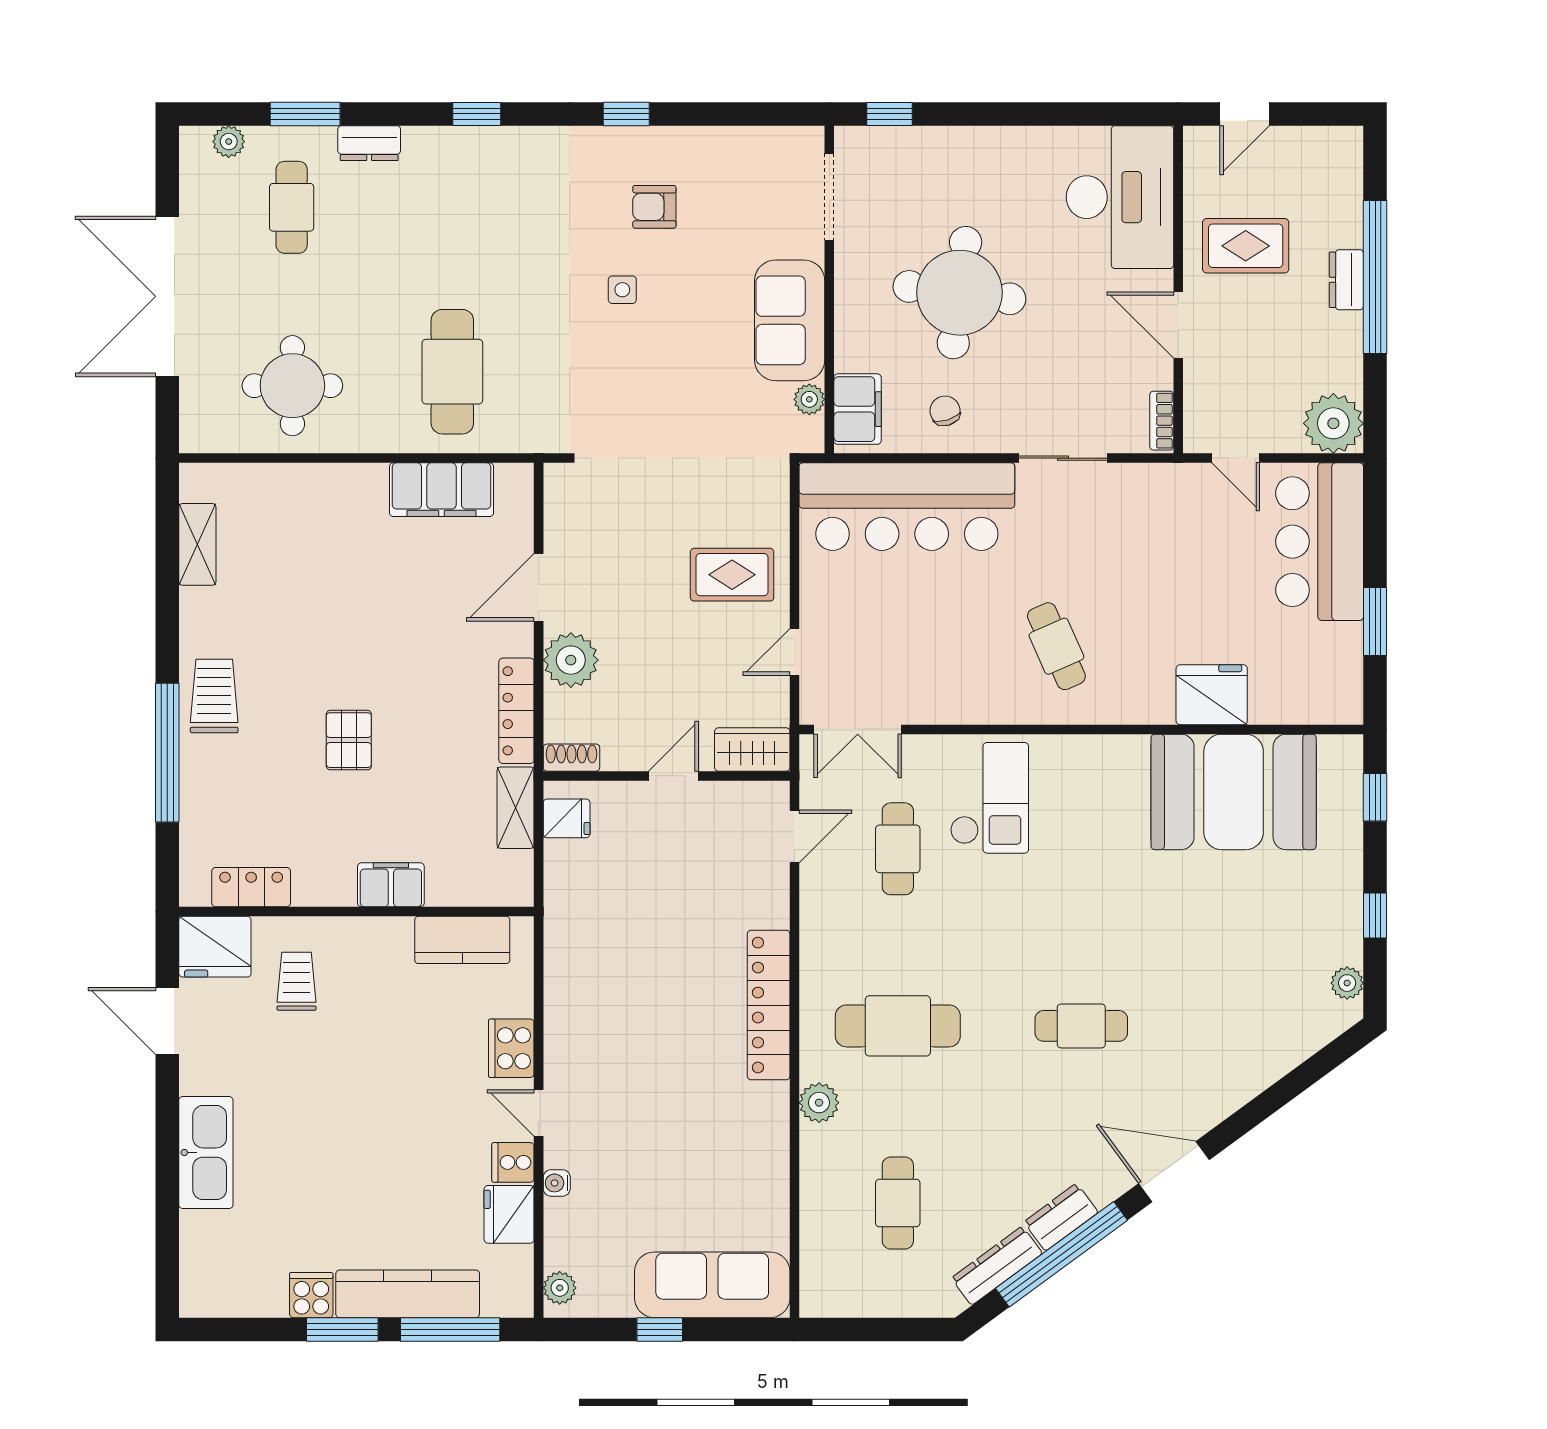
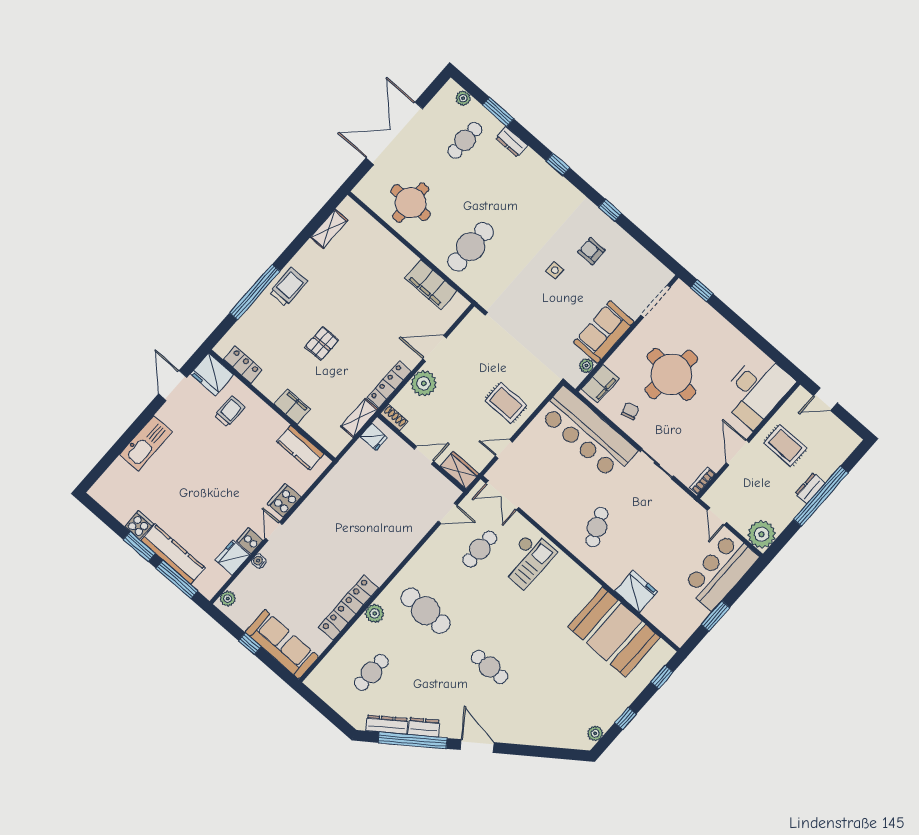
locker: (769, 1005) -> (349, 608), moved

